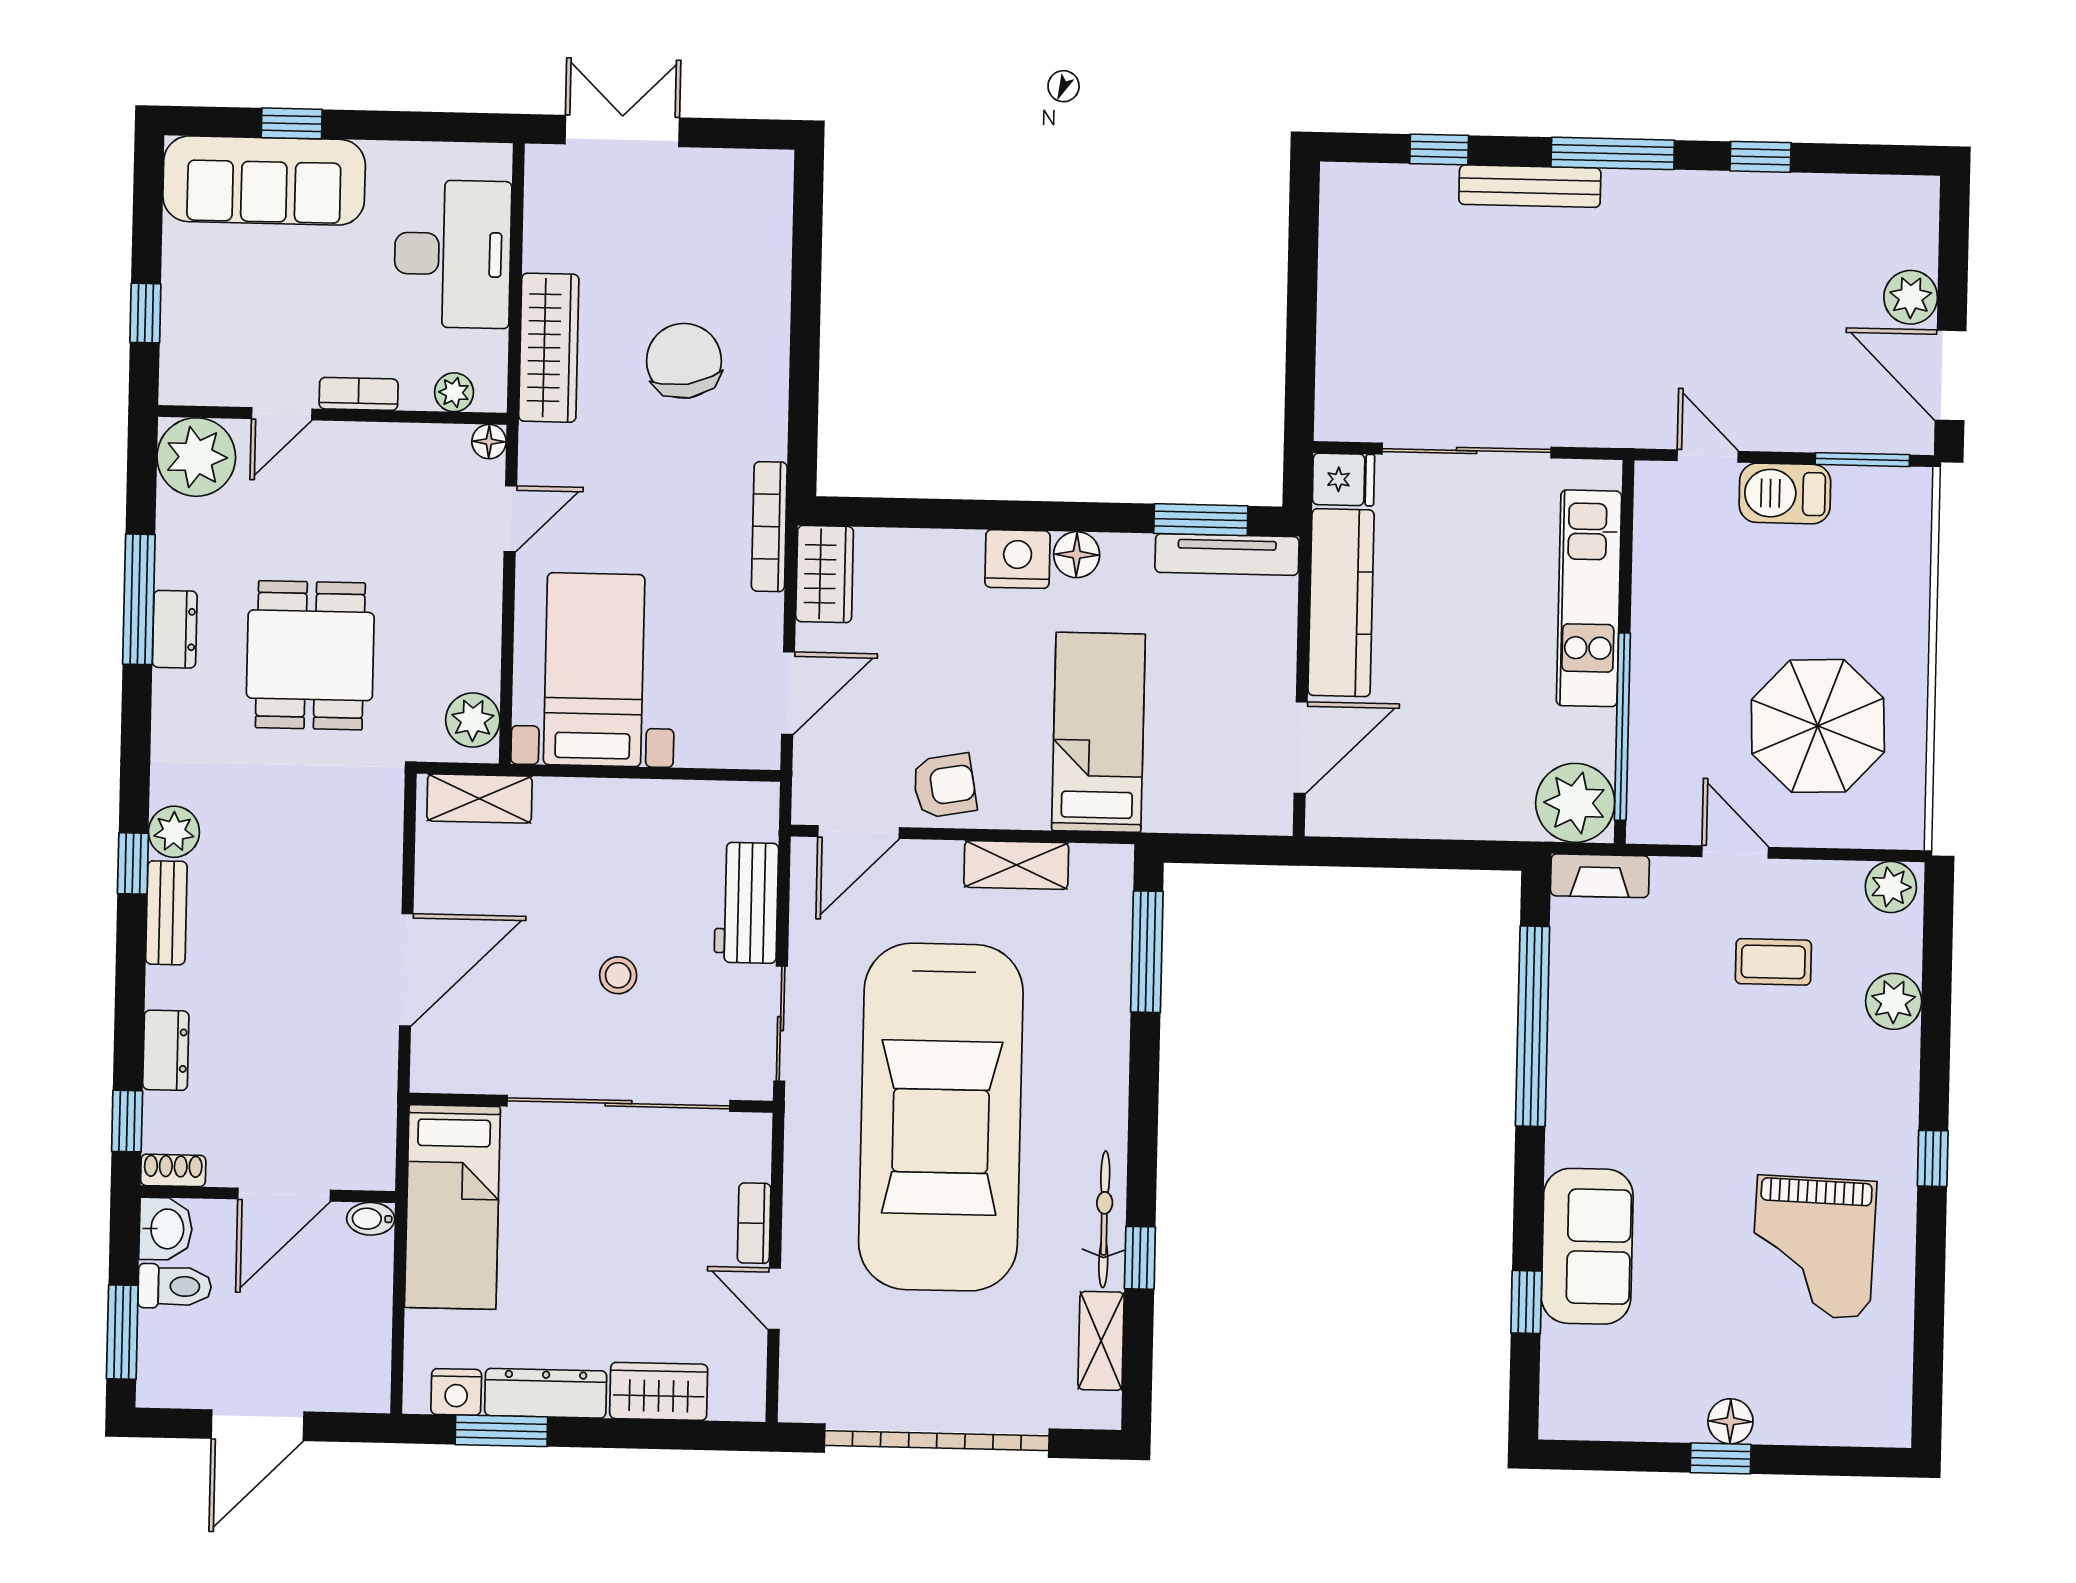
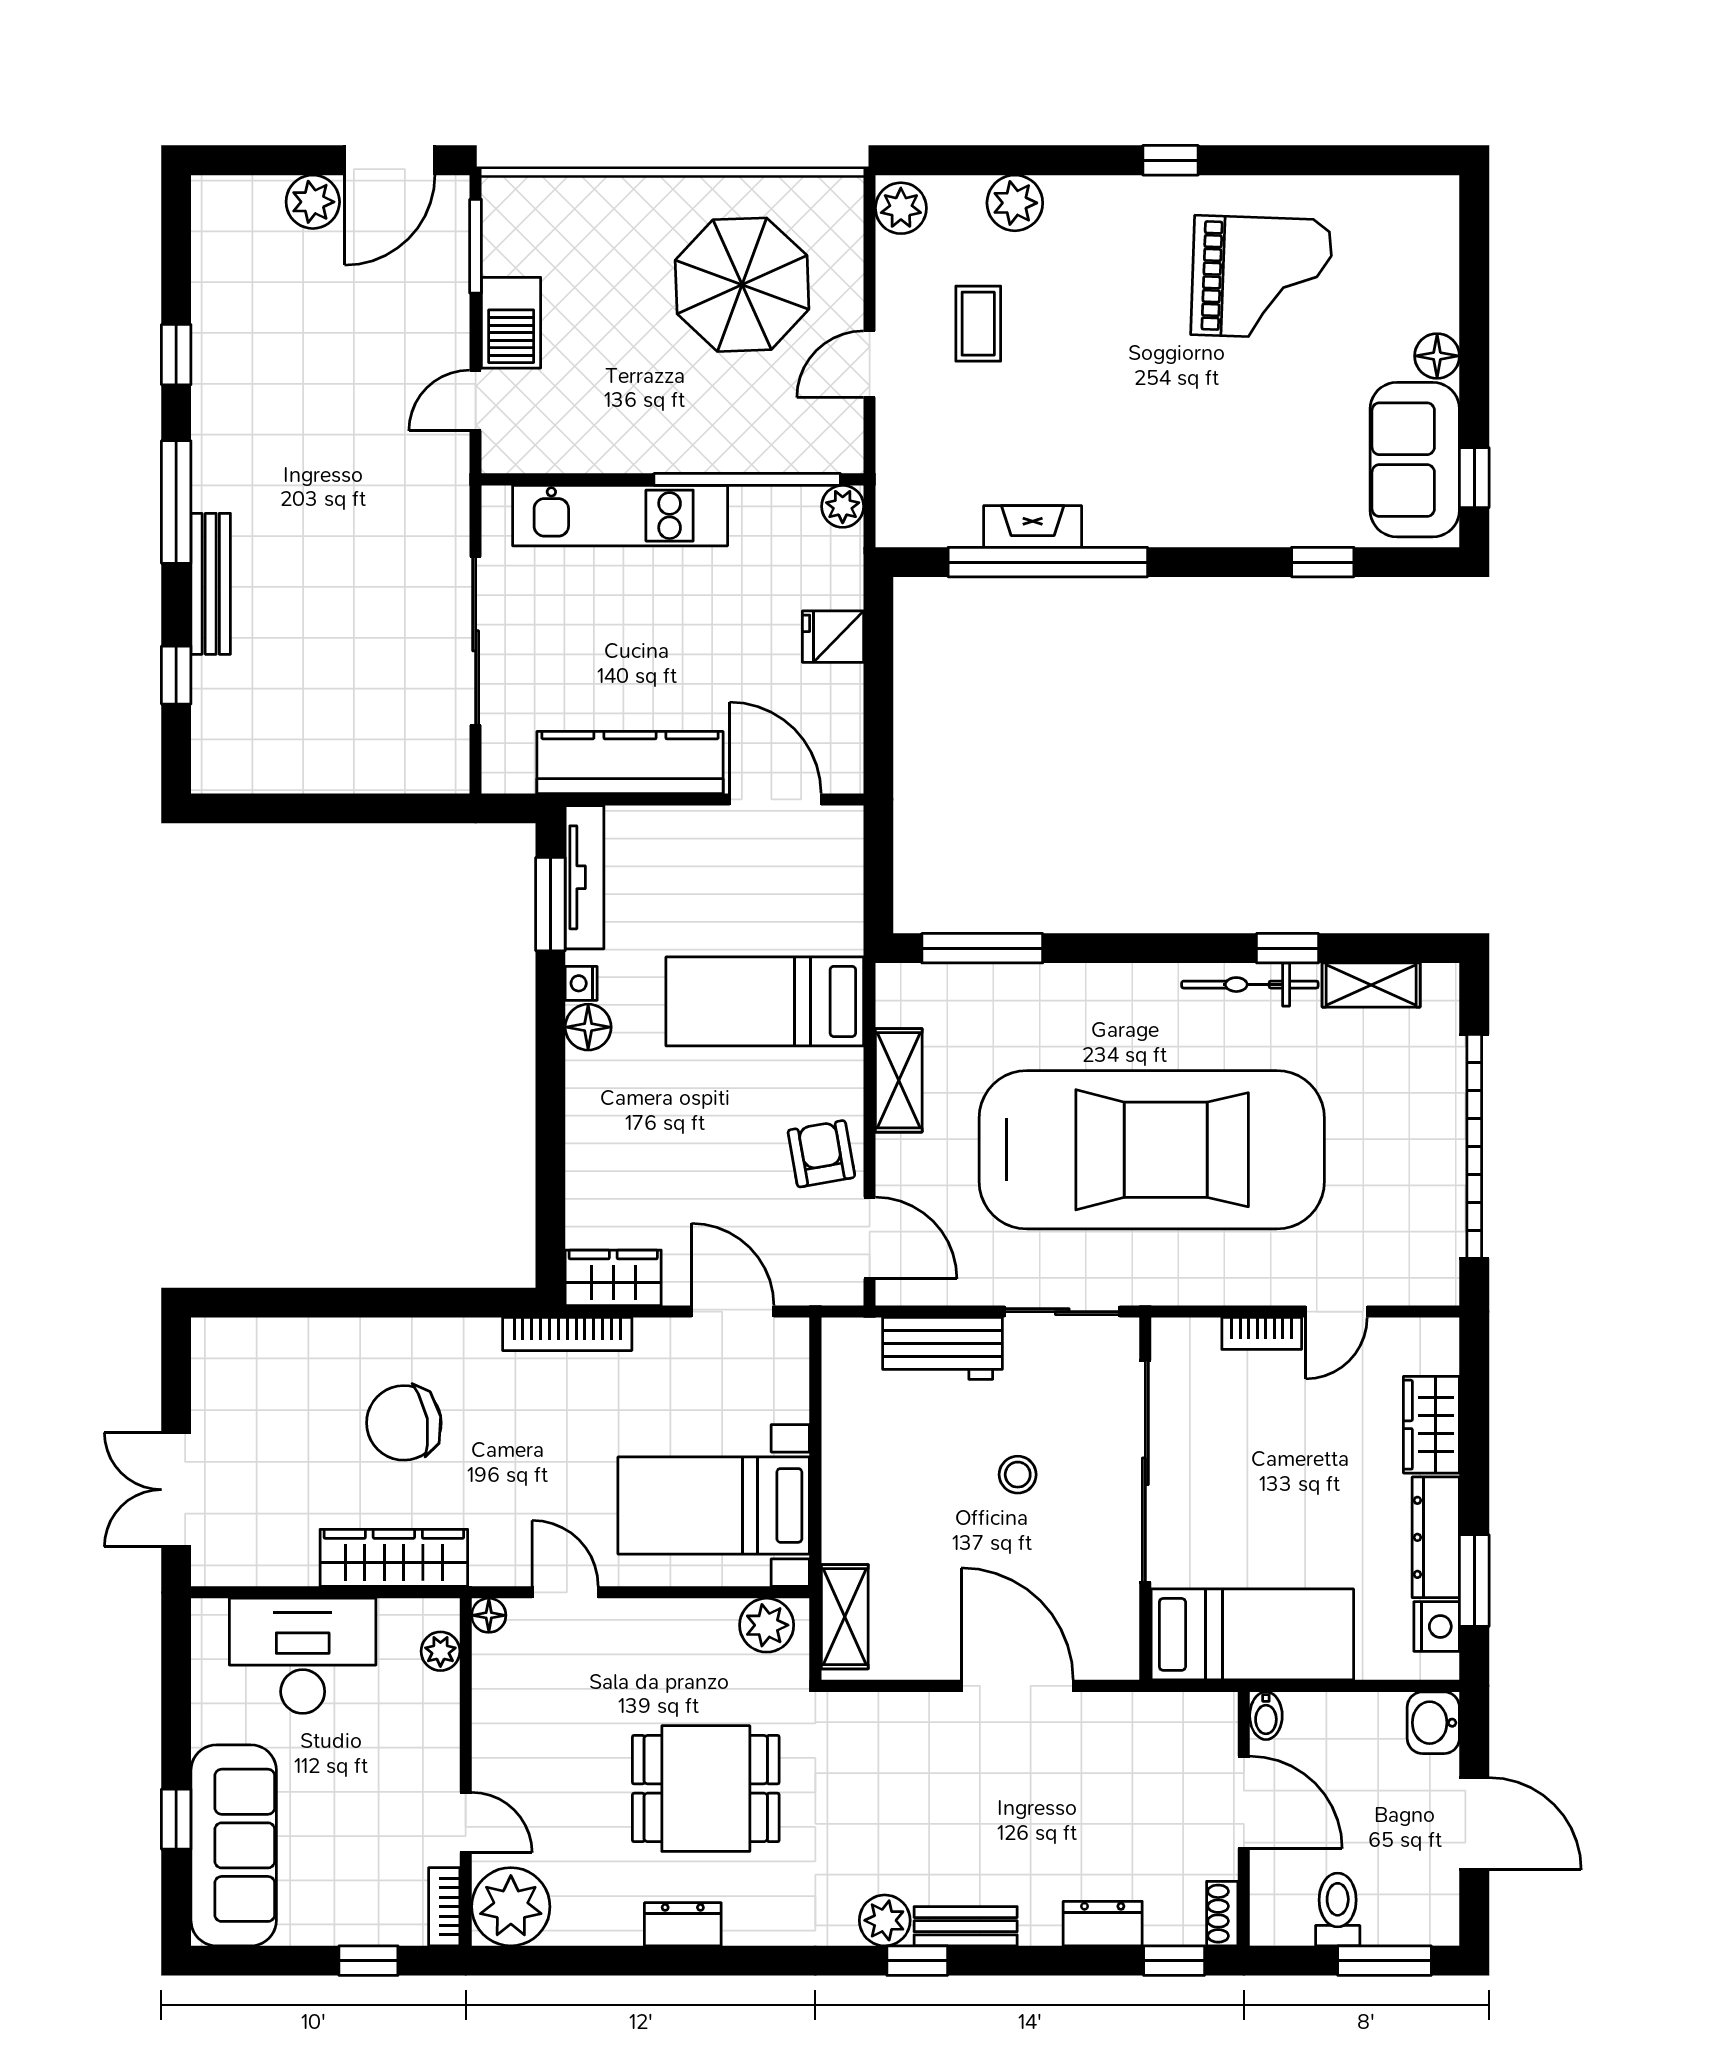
bookcase: (359, 394) -> (444, 1907), moved
fridge: (1343, 479) -> (833, 637), moved, turned -90
nightstand: (1017, 559) -> (581, 983), moved, width x0.53, depth x0.56
window: (139, 599) -> (654, 1961), removed
plant: (1575, 803) -> (843, 506), width x0.53, depth x0.53
fireplace: (1600, 876) -> (1033, 526), moved, turned -90
washbasin: (166, 1229) -> (1433, 1723), moved, turned -90
sofa: (1587, 1246) -> (1415, 460), moved, turned -90
window: (1721, 1458) -> (1474, 478), moved

